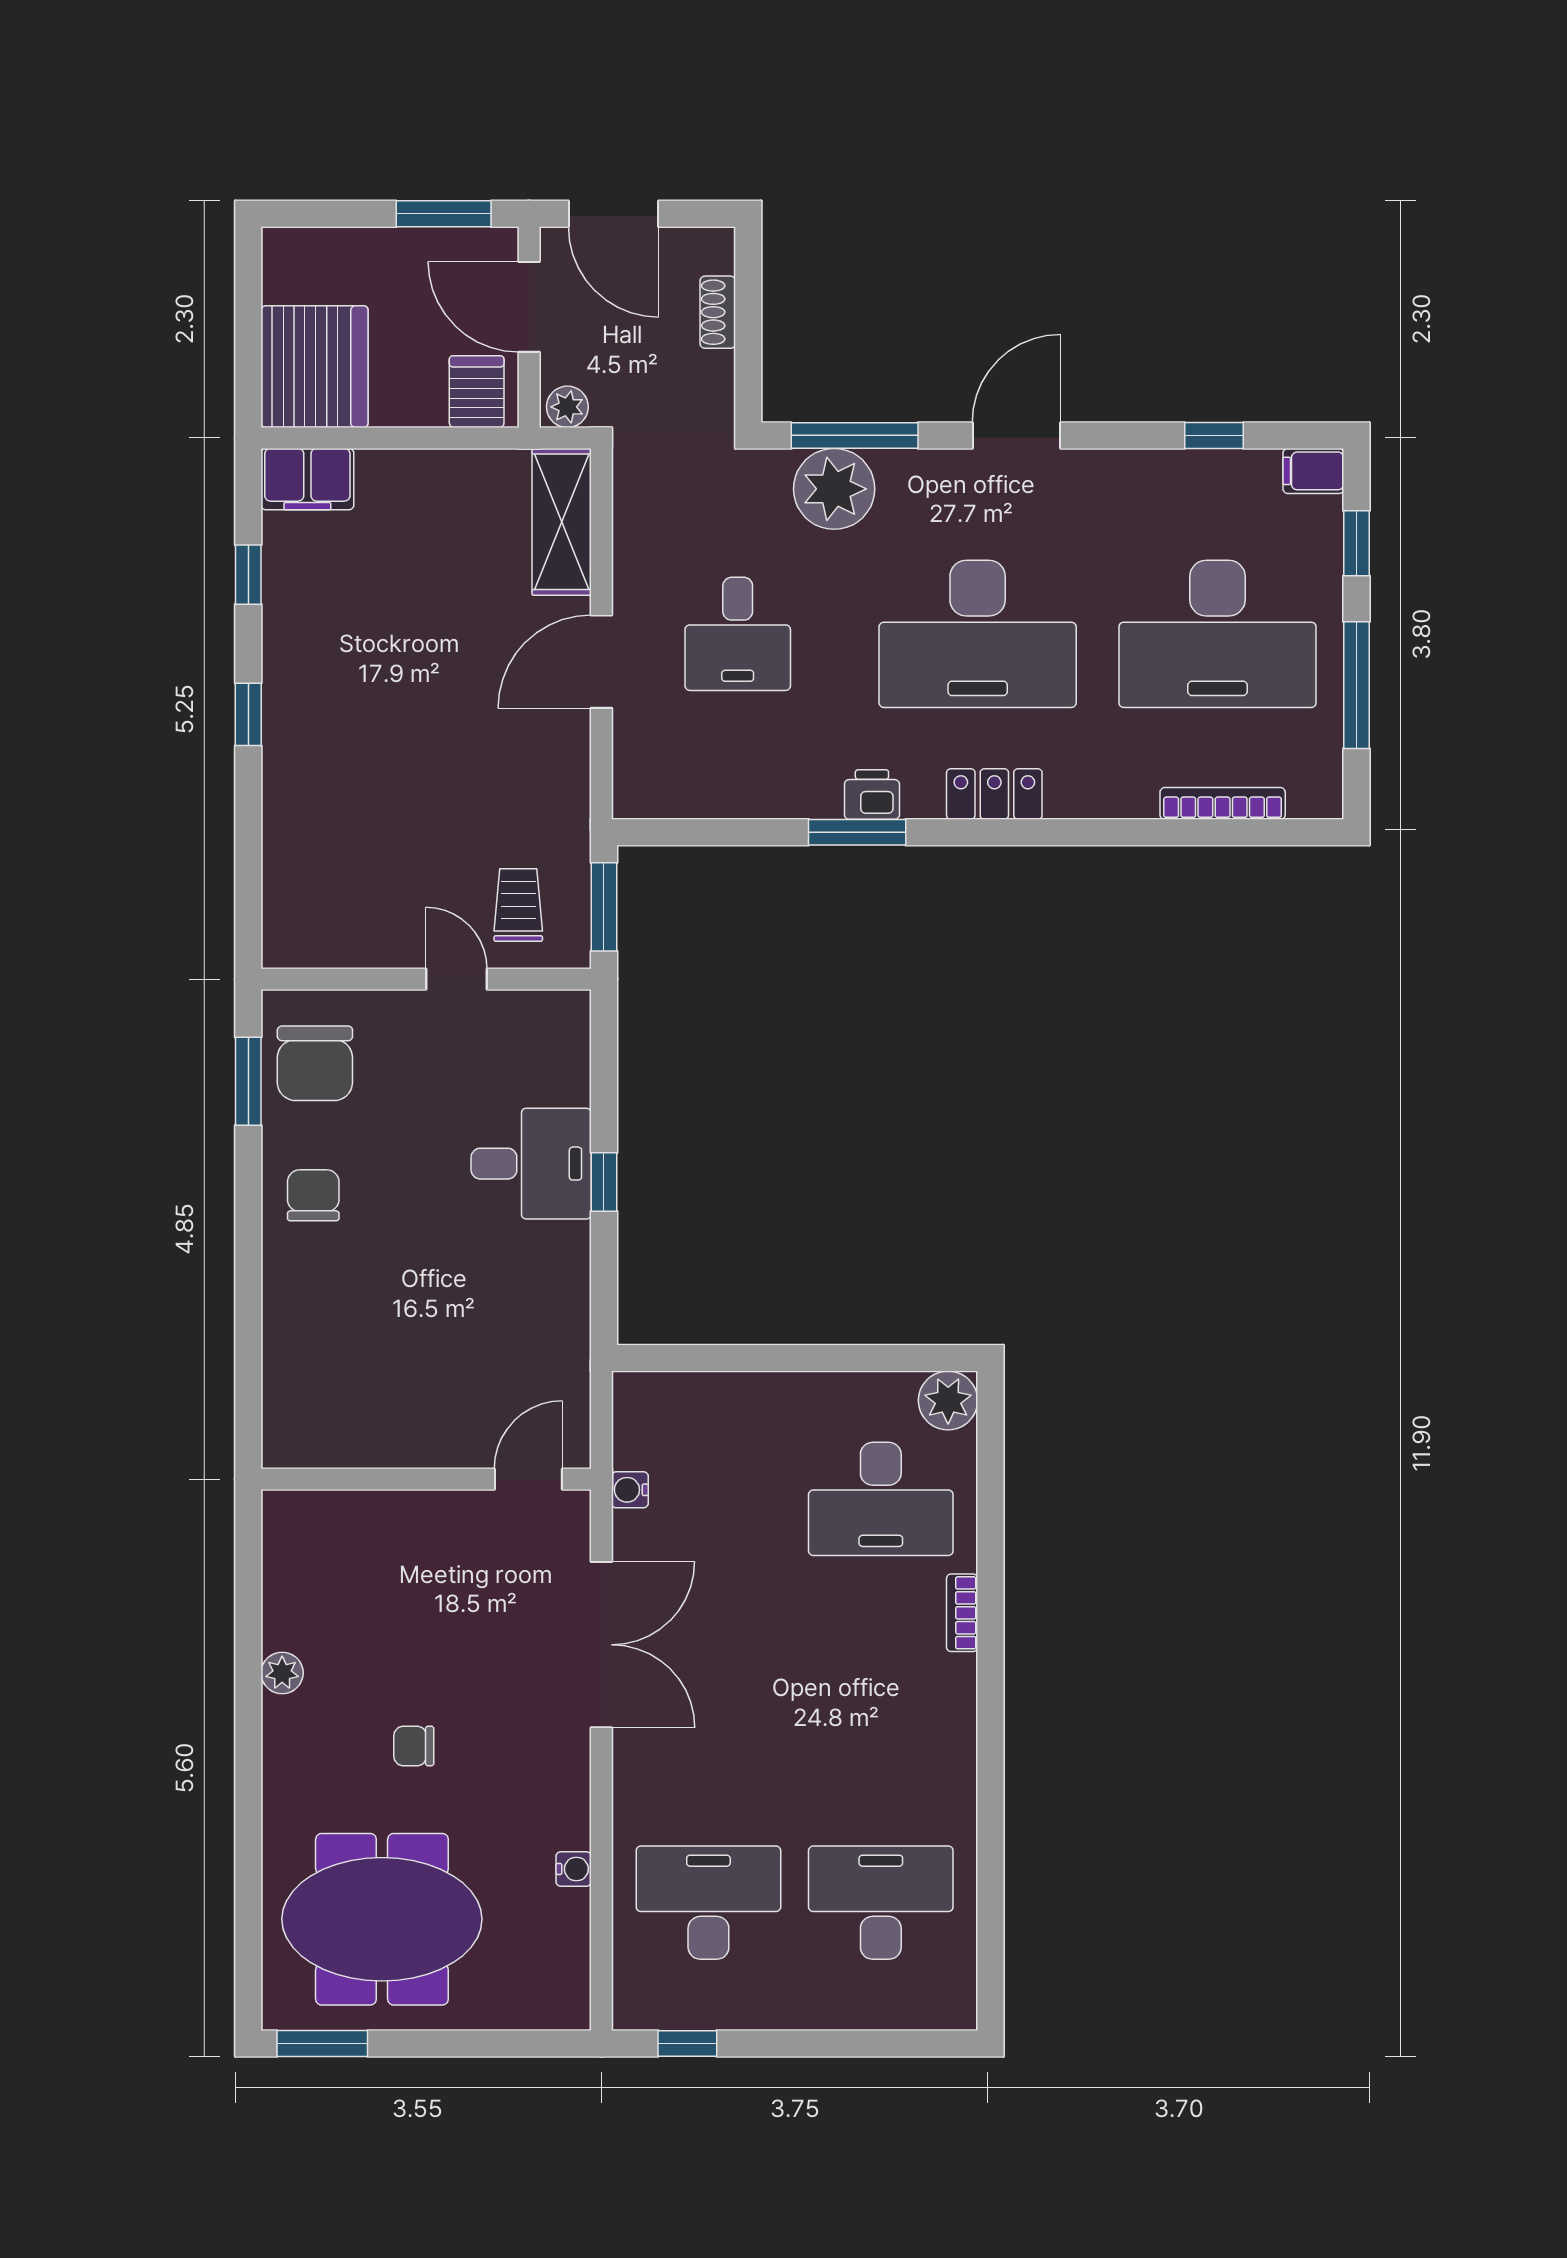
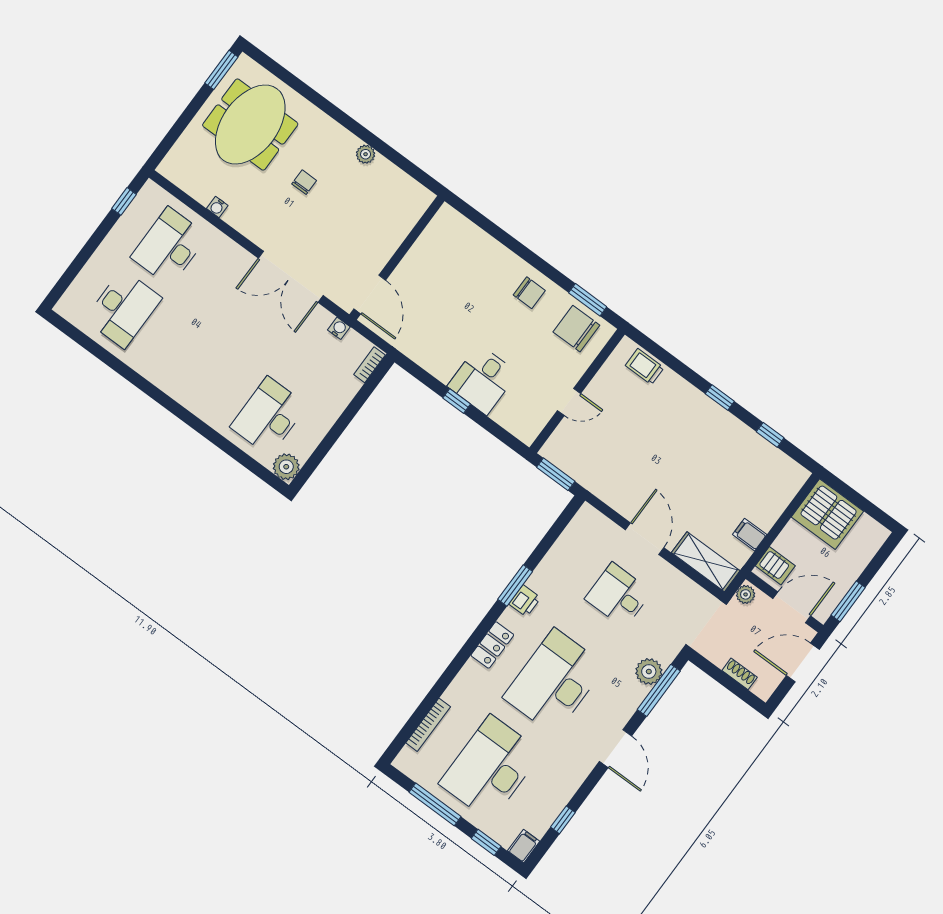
filing cabinet: (307, 479) -> (750, 535), moved, width x0.50
plant: (834, 489) -> (649, 672), width x0.73, depth x0.73
trolley: (518, 905) -> (645, 367), moved, turned 180
door: (528, 1479) -> (370, 295), width x1.38
bookcase: (962, 1613) -> (369, 365), moved, turned -90
desk: (708, 1903) -> (169, 247), turned 180

